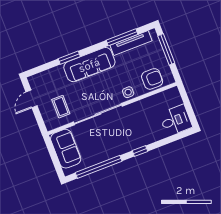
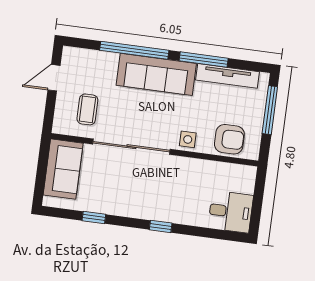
window: (122, 37) -> (204, 60), moved
window: (69, 58) -> (134, 50), width x2.11
window: (99, 167) -> (94, 218), width x0.32

